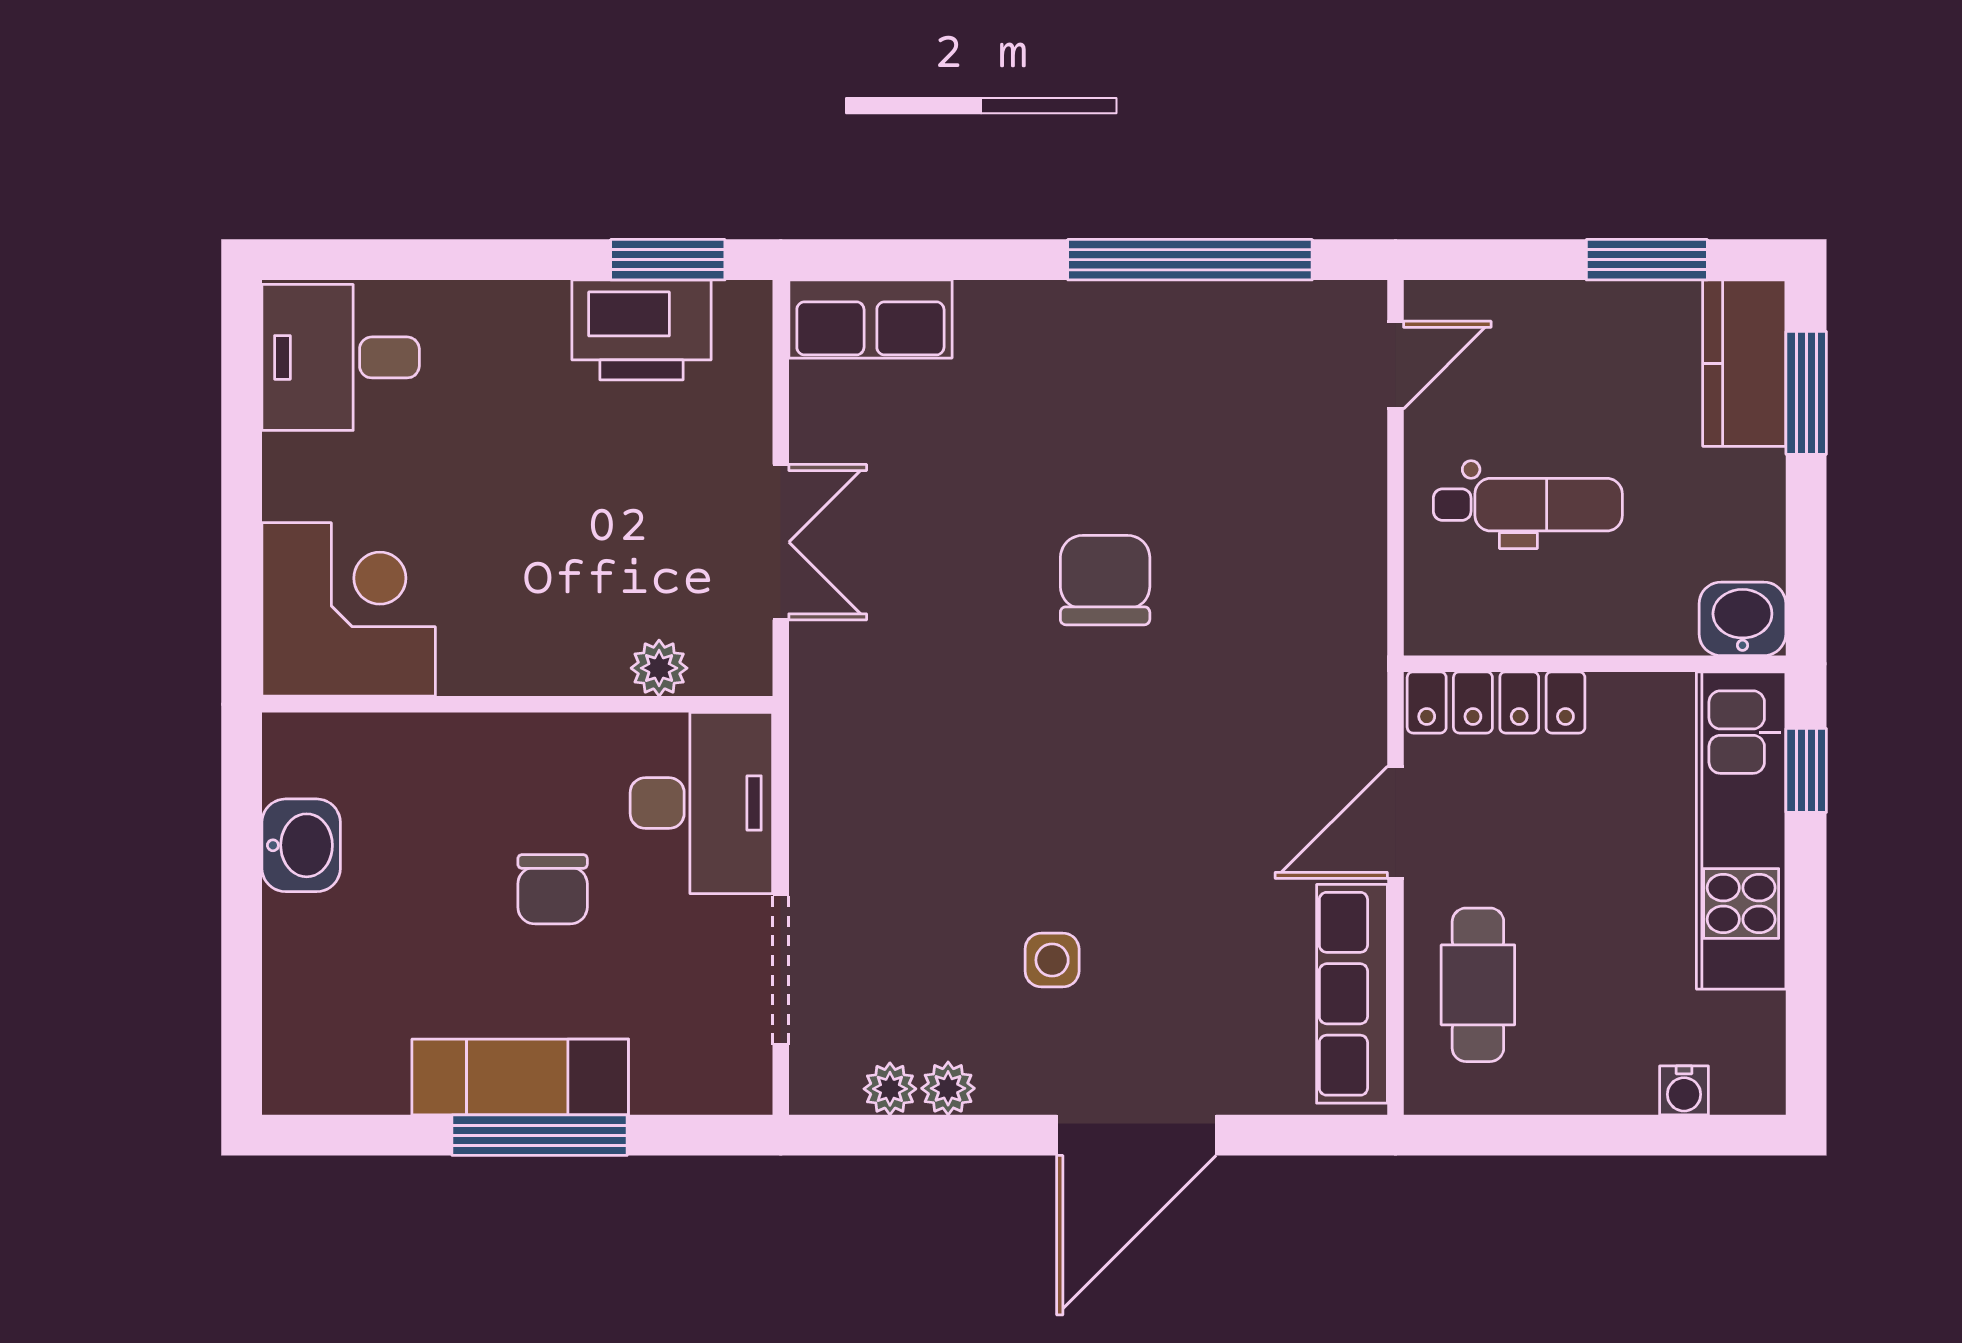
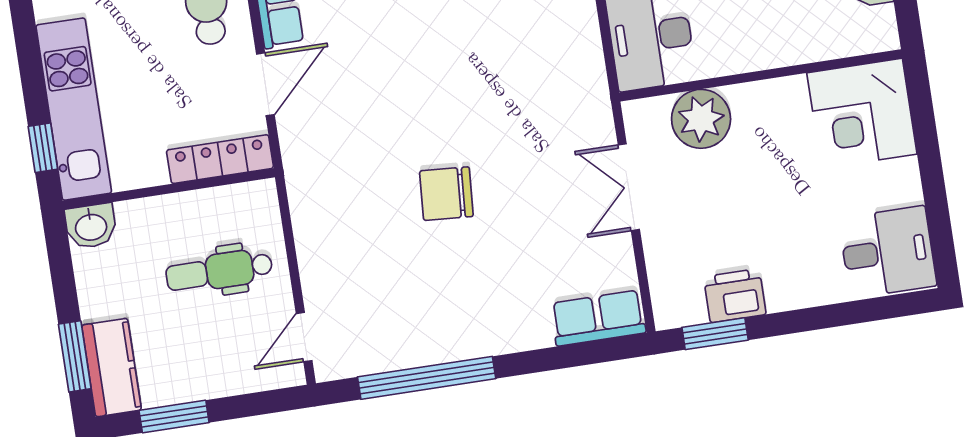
printer: (641, 330) -> (735, 296), width x0.73, depth x0.84
chair: (1105, 580) -> (446, 194), turned 94
plant: (659, 668) -> (701, 119), width x1.88, depth x1.88

